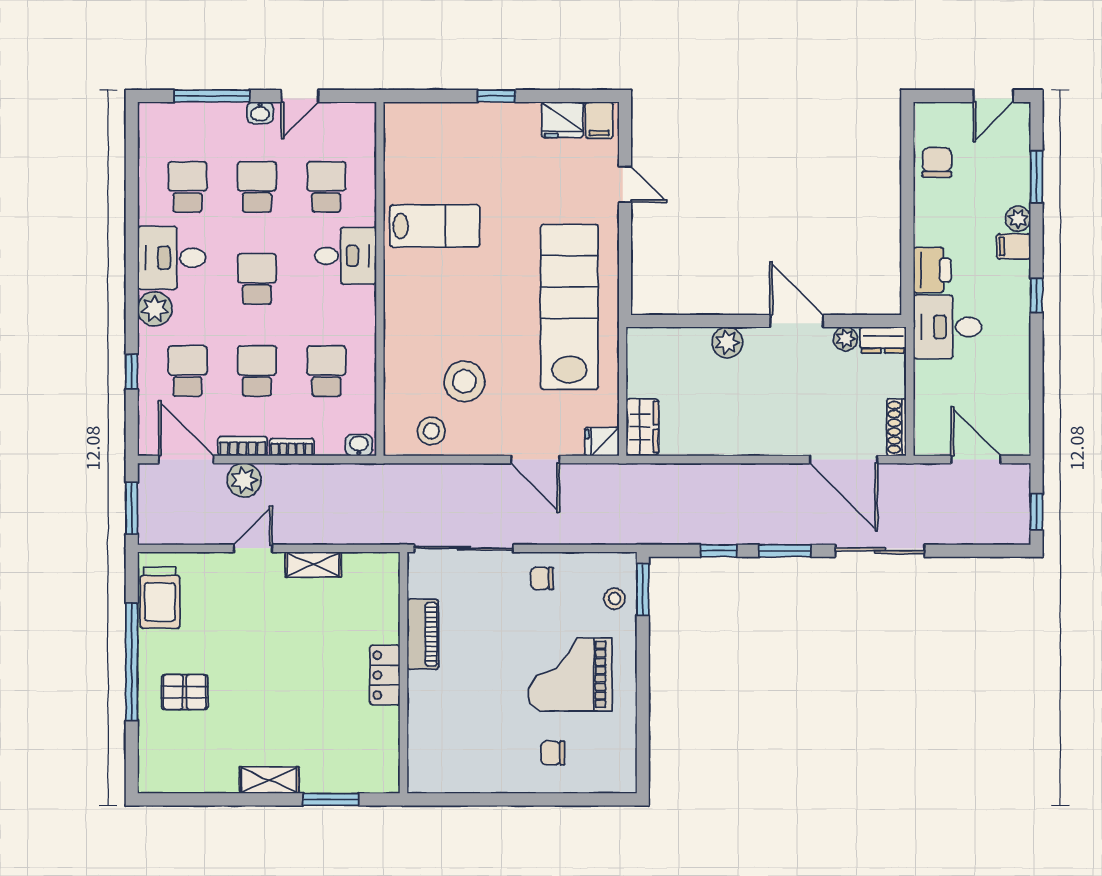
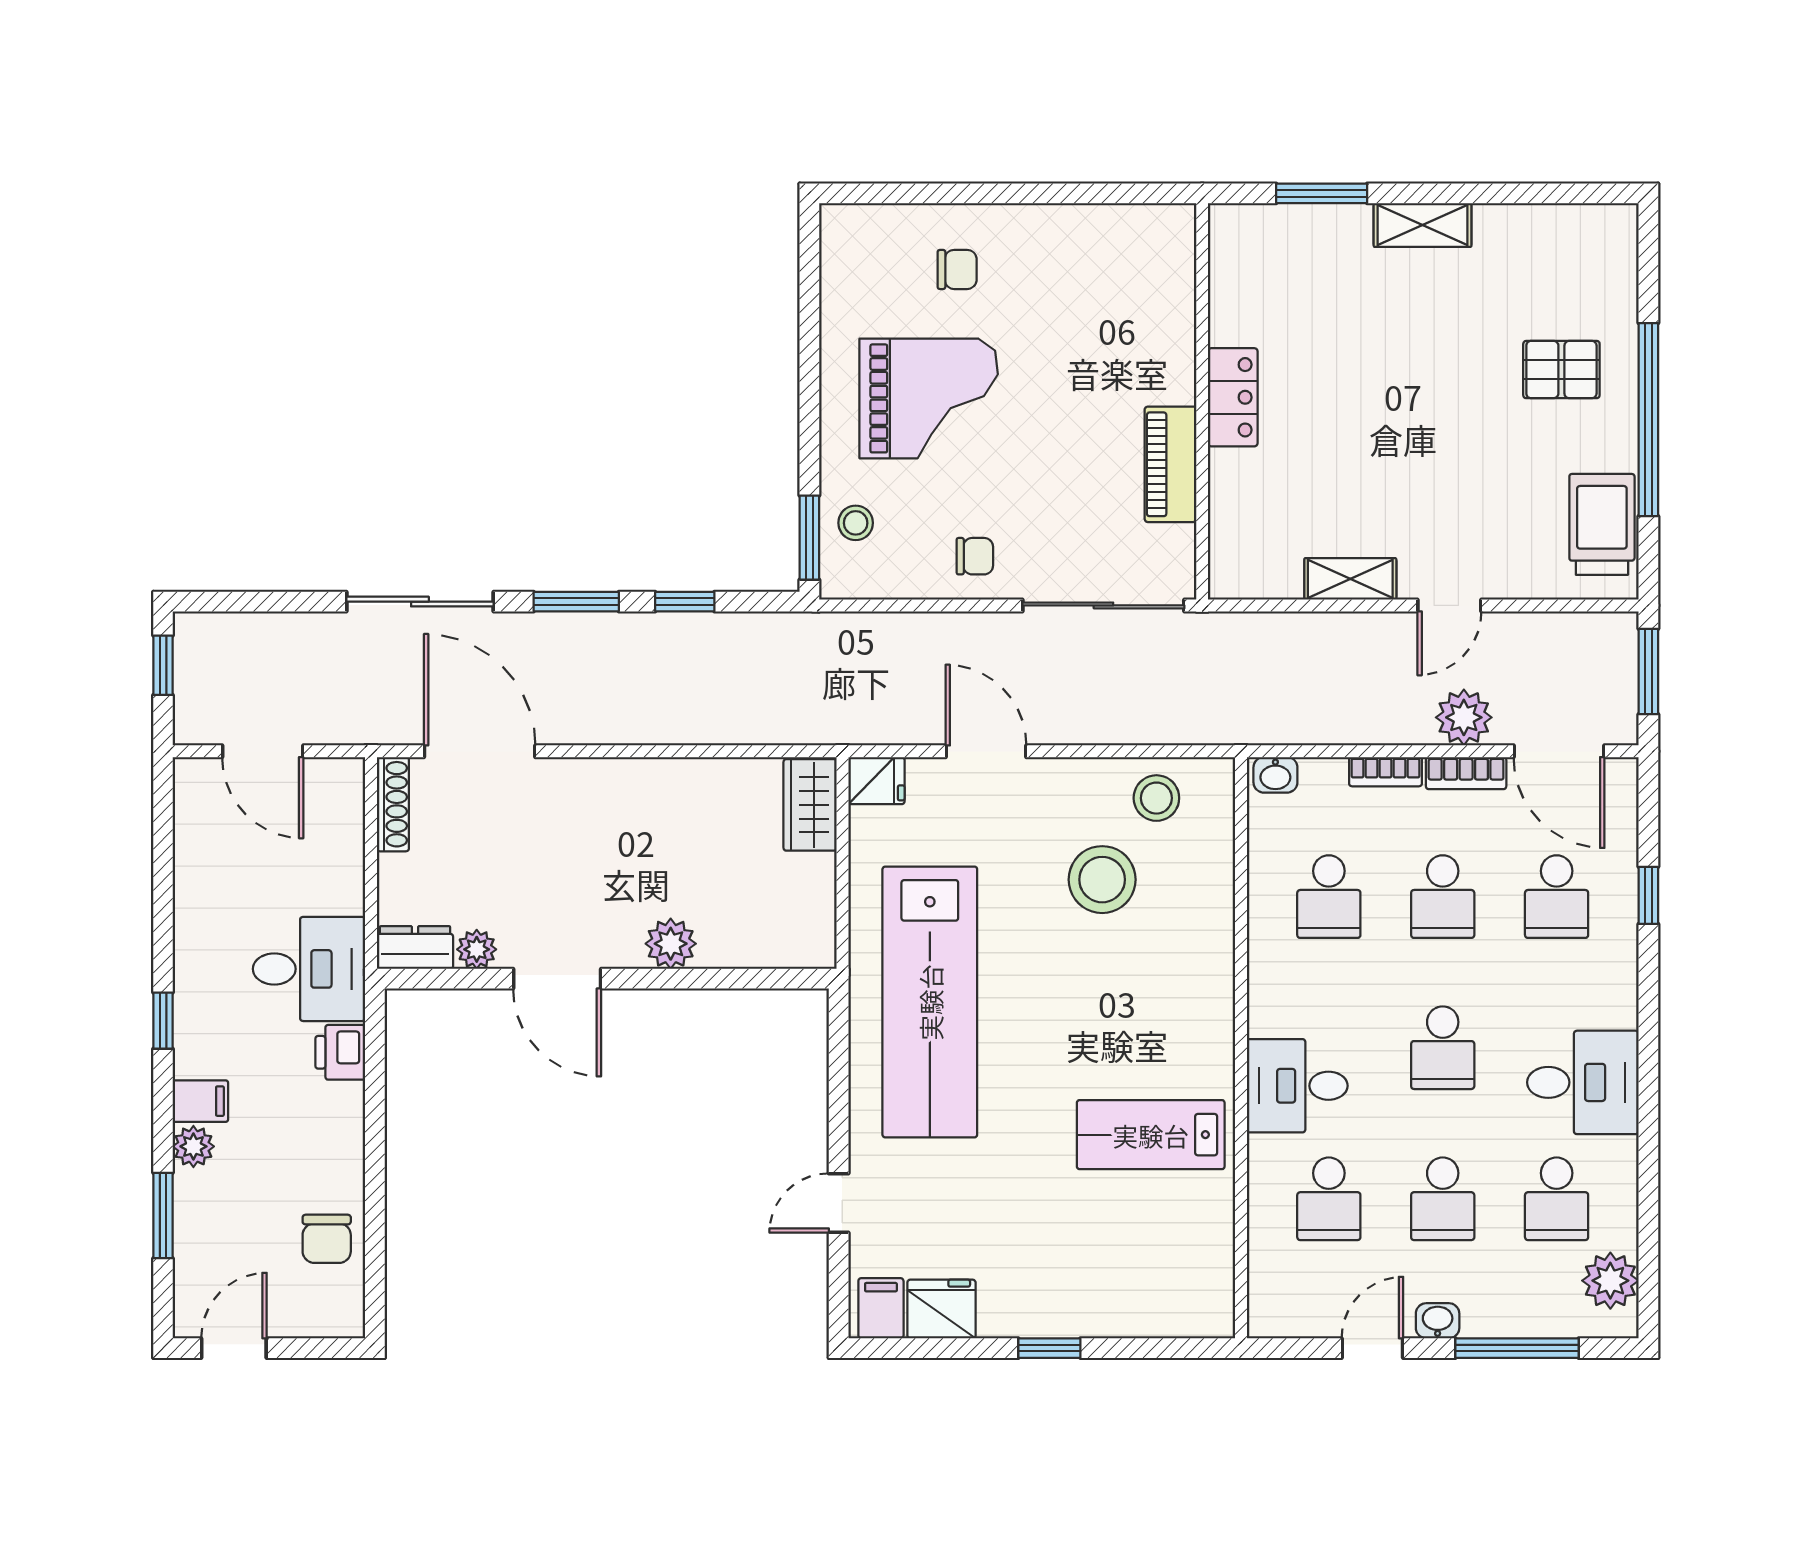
door: (625, 184) -> (839, 1203), hinge flipped
printer: (932, 270) -> (340, 1052), width x0.73, depth x0.81
plant: (155, 309) -> (1610, 1281), moved

